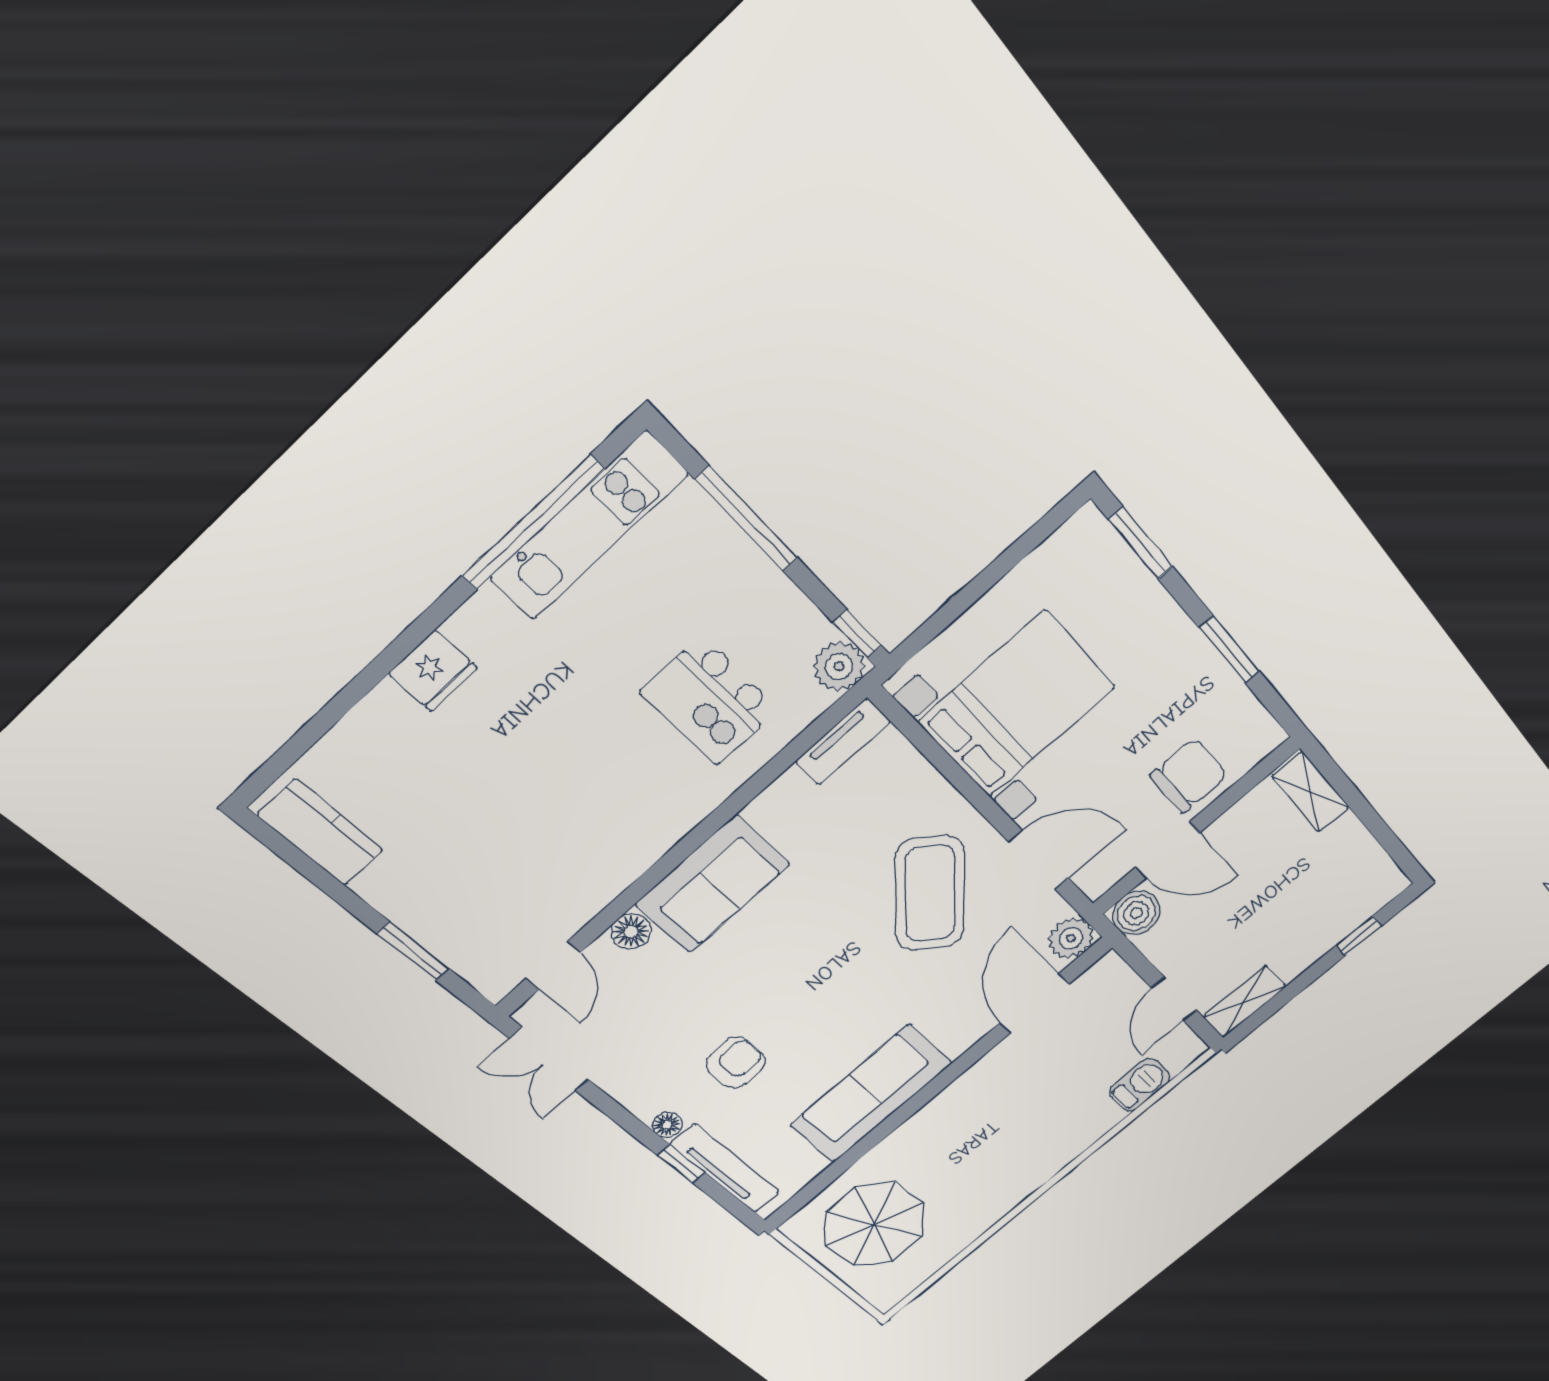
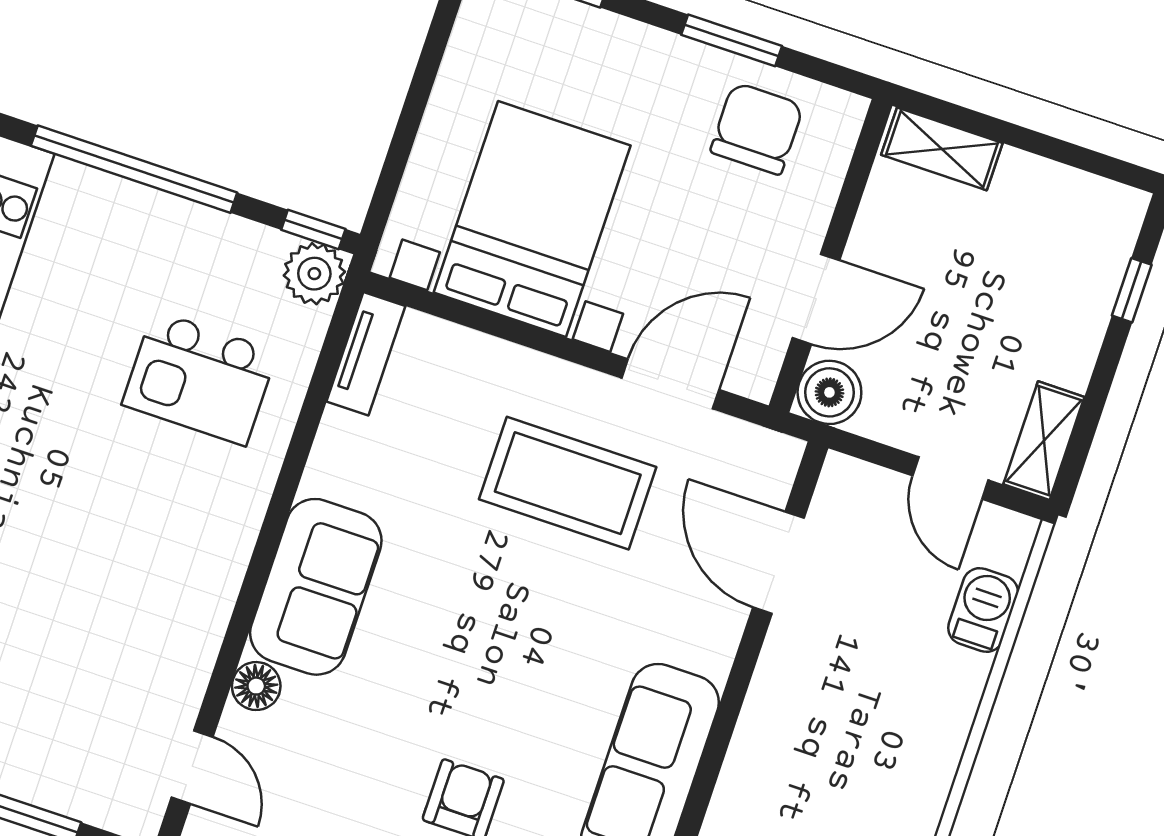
window: (747, 519) -> (134, 169), width x1.46
chair: (1189, 776) -> (757, 128), moved
coffee table: (930, 893) -> (568, 483), turned -40
plant: (1071, 938) -> (770, 460), removed

